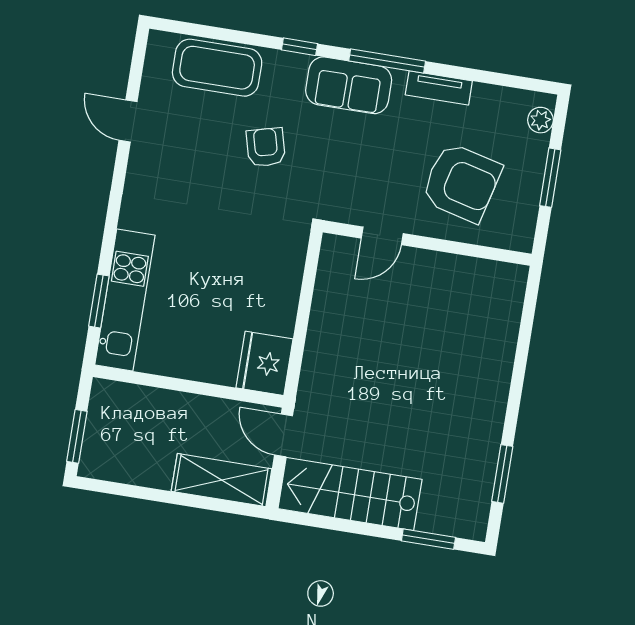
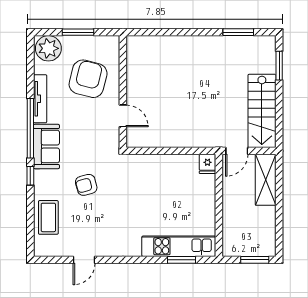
window: (387, 61) -> (30, 128), width x1.46
coffee table: (217, 68) -> (48, 217), width x0.73, depth x0.76
tv unit: (439, 88) -> (40, 99), width x1.41
plant: (540, 120) -> (48, 48), width x1.88, depth x1.88
fridge: (264, 363) -> (207, 164), width x0.53, depth x0.75

